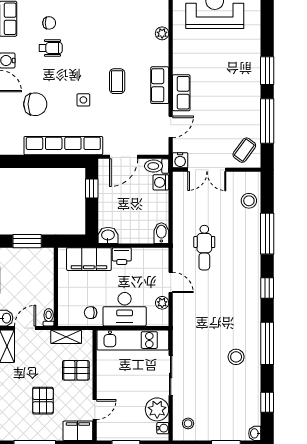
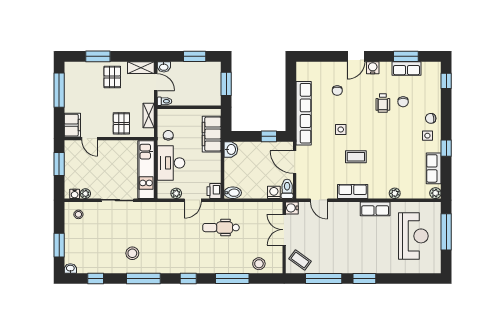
row of seats: (181, 93) -> (375, 209), moved
chair: (35, 104) -> (337, 91), width x0.54, depth x0.54
printer: (122, 256) -> (214, 191), moved
pallet: (43, 401) -> (112, 77), moved, turned 90
plant: (157, 409) -> (85, 194), width x0.53, depth x0.53

